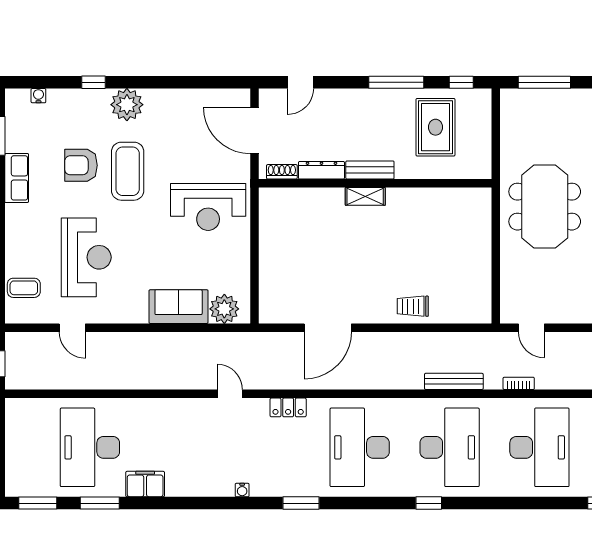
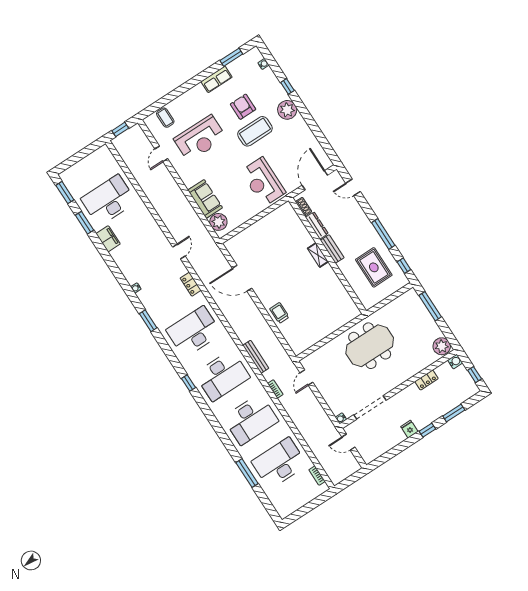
rug: (435, 127) -> (374, 267), turned 90

